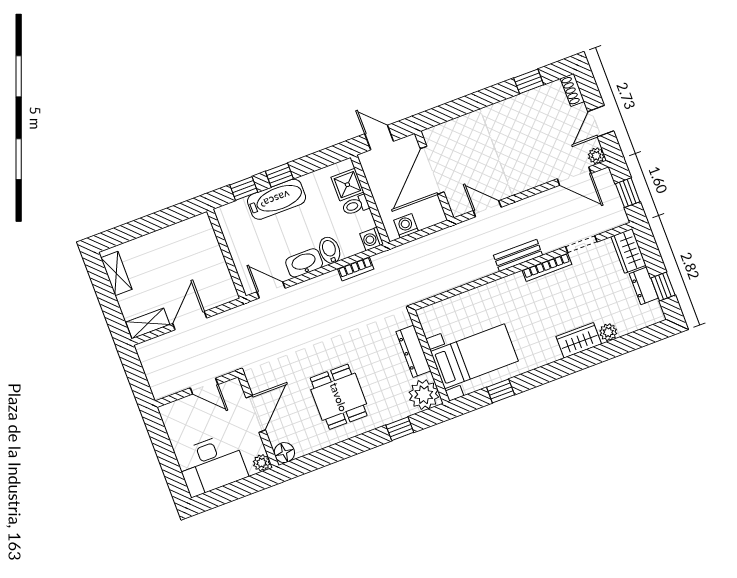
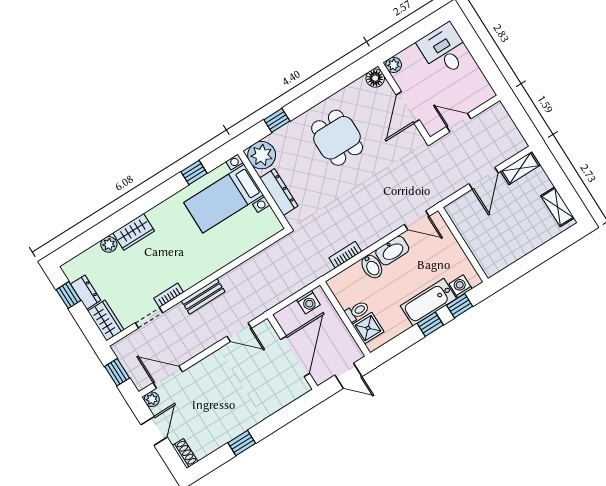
window: (529, 81) -> (242, 443), moved
washing machine: (372, 239) -> (461, 286), moved, turned -90
bookcase: (547, 267) -> (169, 295), width x0.64
desk: (212, 465) -> (444, 50), width x0.73

